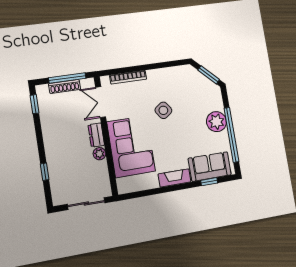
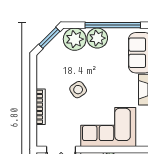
bookcase: (128, 77) -> (41, 107), moved
plant: (212, 100) -> (75, 39), added

